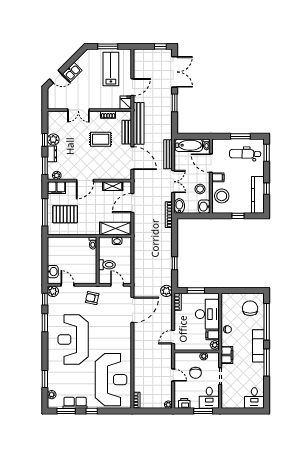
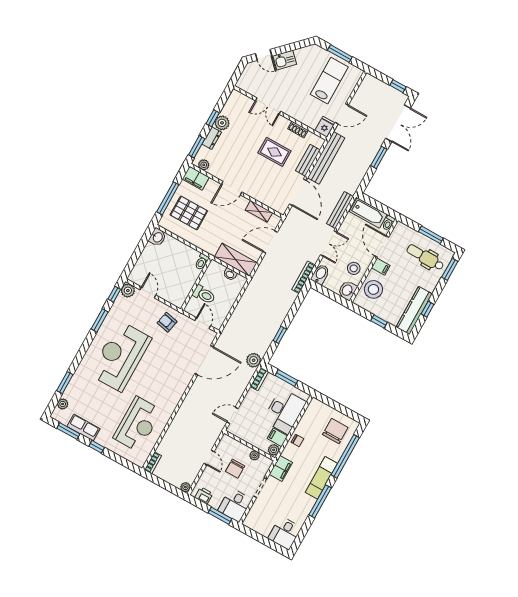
washbasin: (53, 272) -> (158, 237), moved
reception desk: (111, 380) -> (138, 424), width x0.74, depth x0.77

